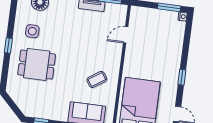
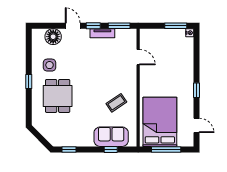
door: (126, 35) -> (138, 57), swing flipped
dining table: (37, 64) -> (58, 96), turned 90

